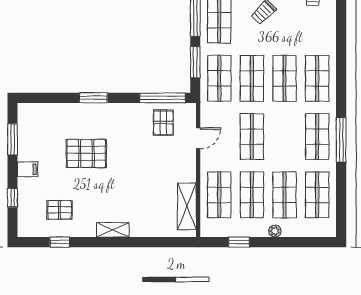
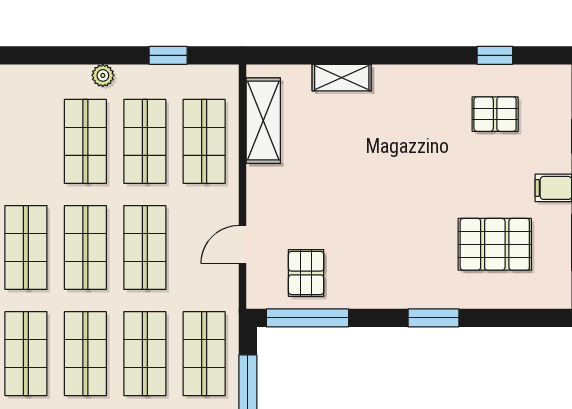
pallet: (86, 153) -> (495, 244), moved
shop shelf: (317, 195) -> (85, 247), moved
shelving: (113, 230) -> (342, 78), moved

